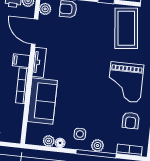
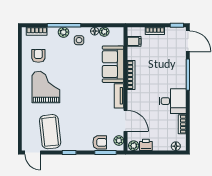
filing cabinet: (21, 61) -> (134, 41), moved

